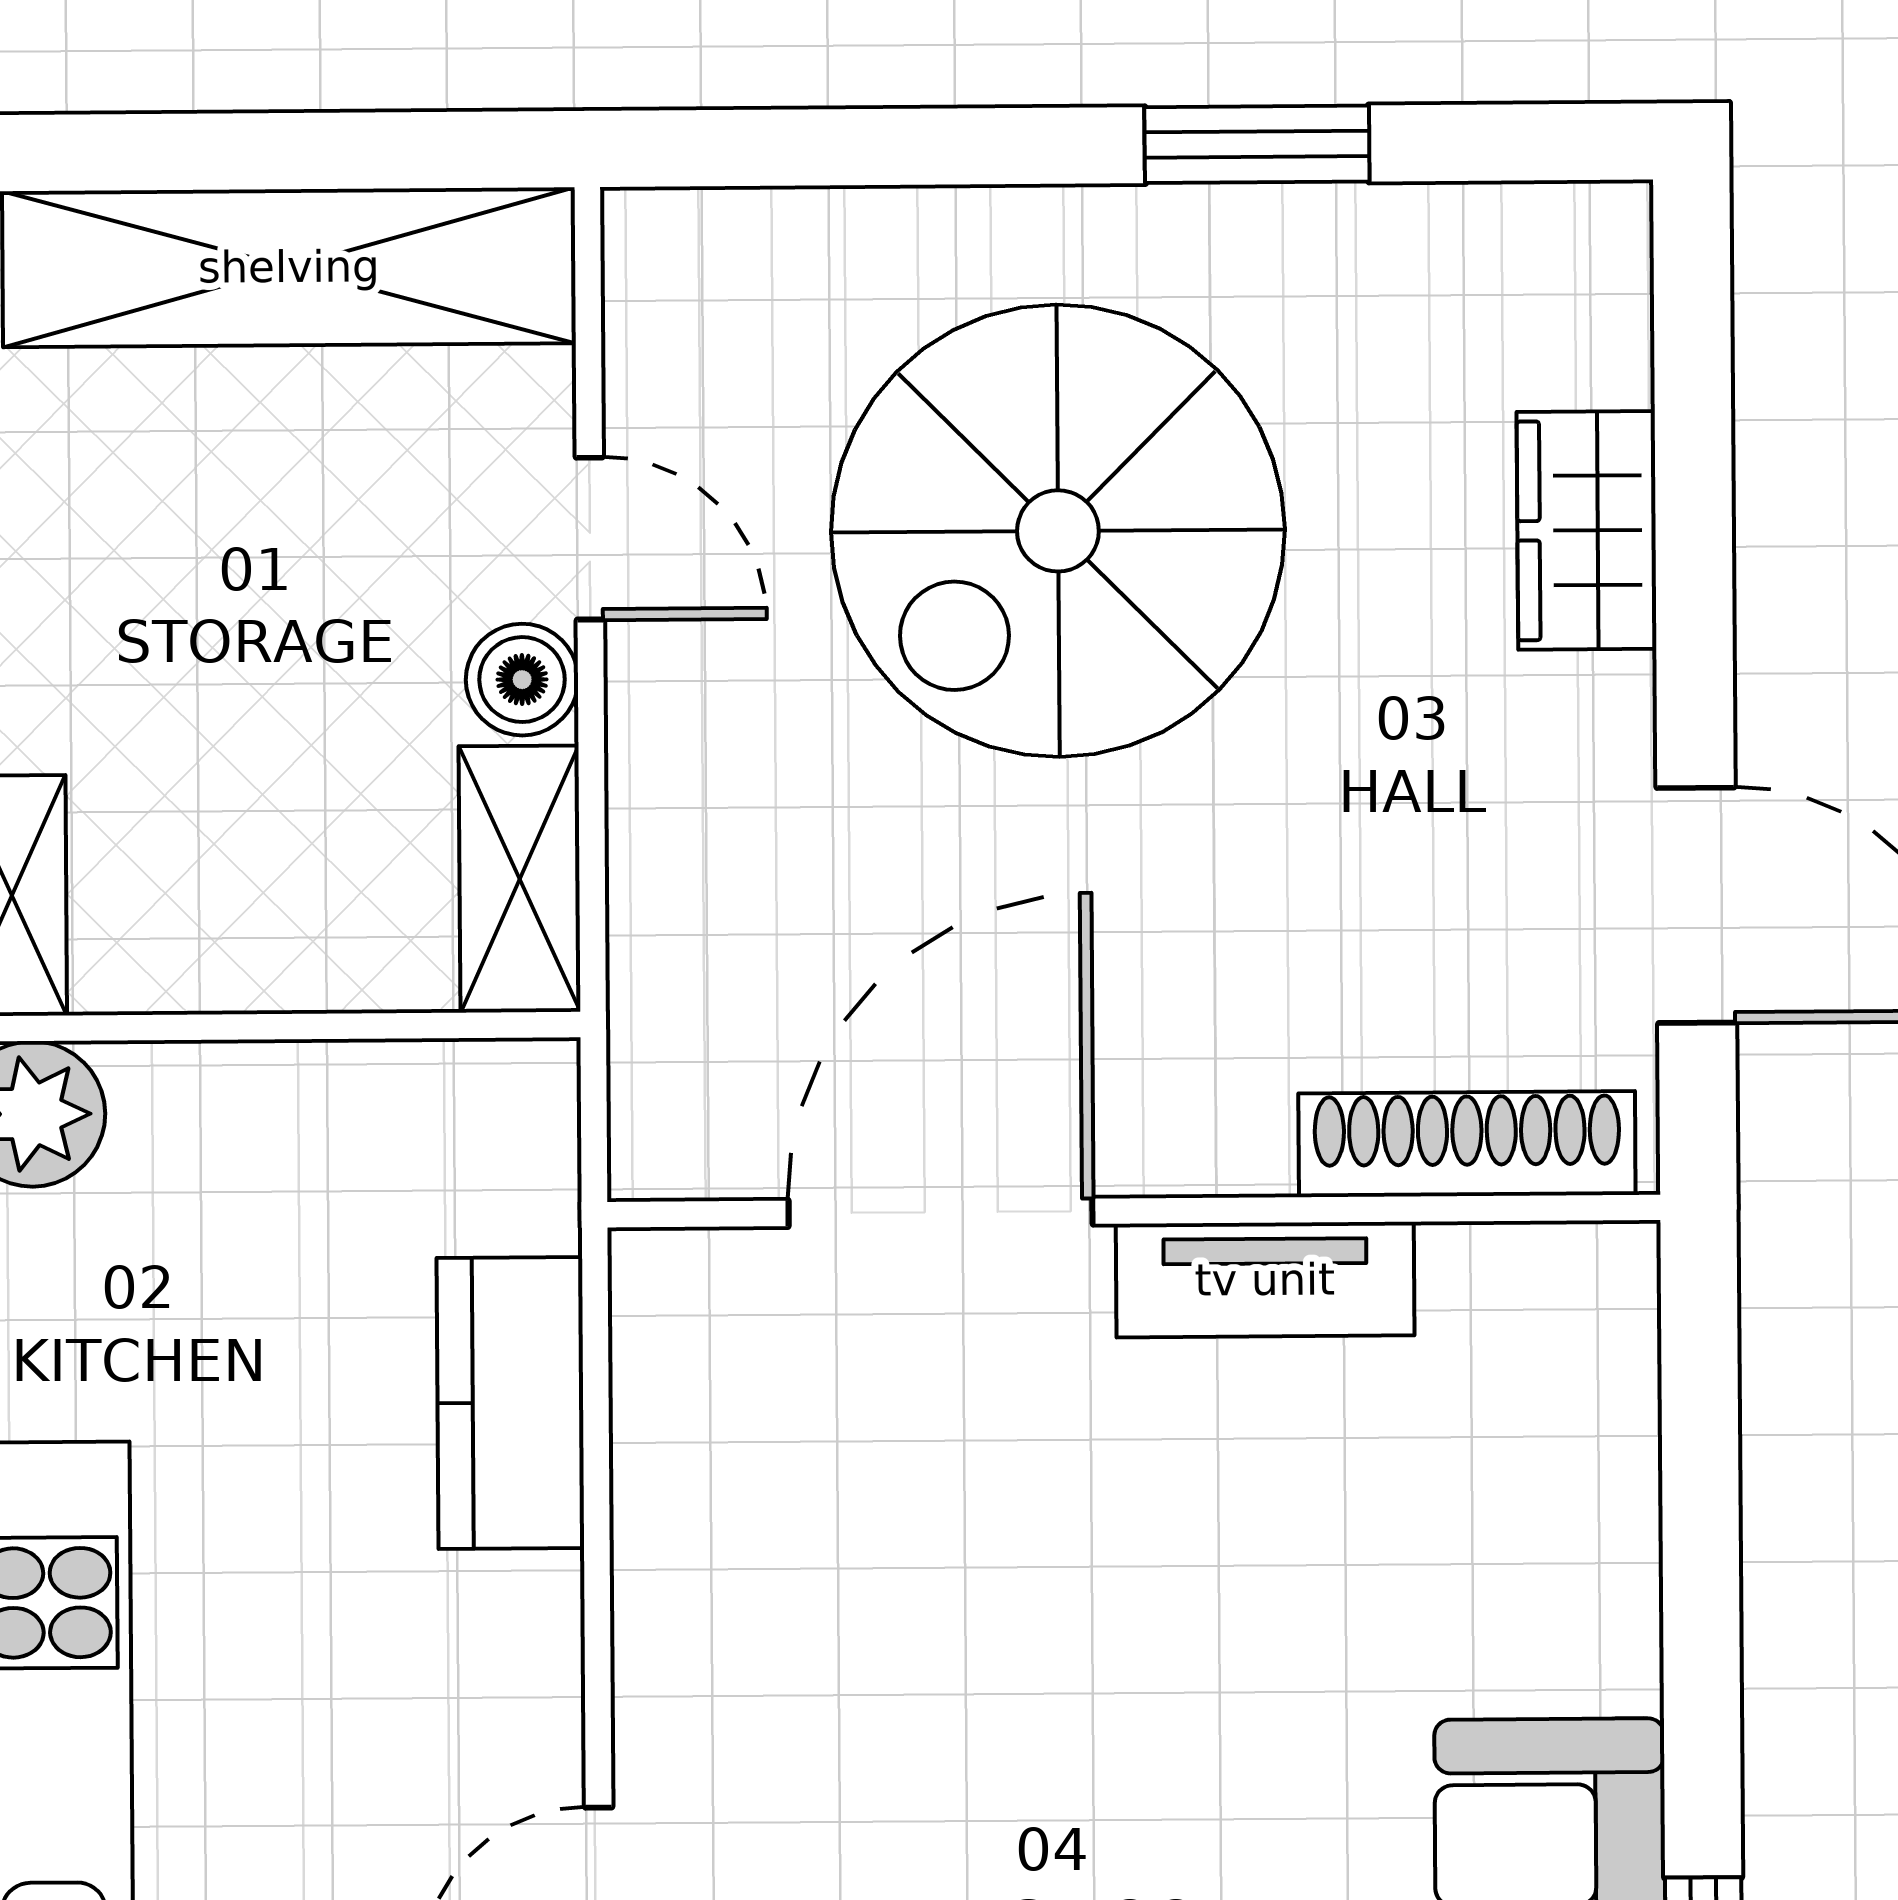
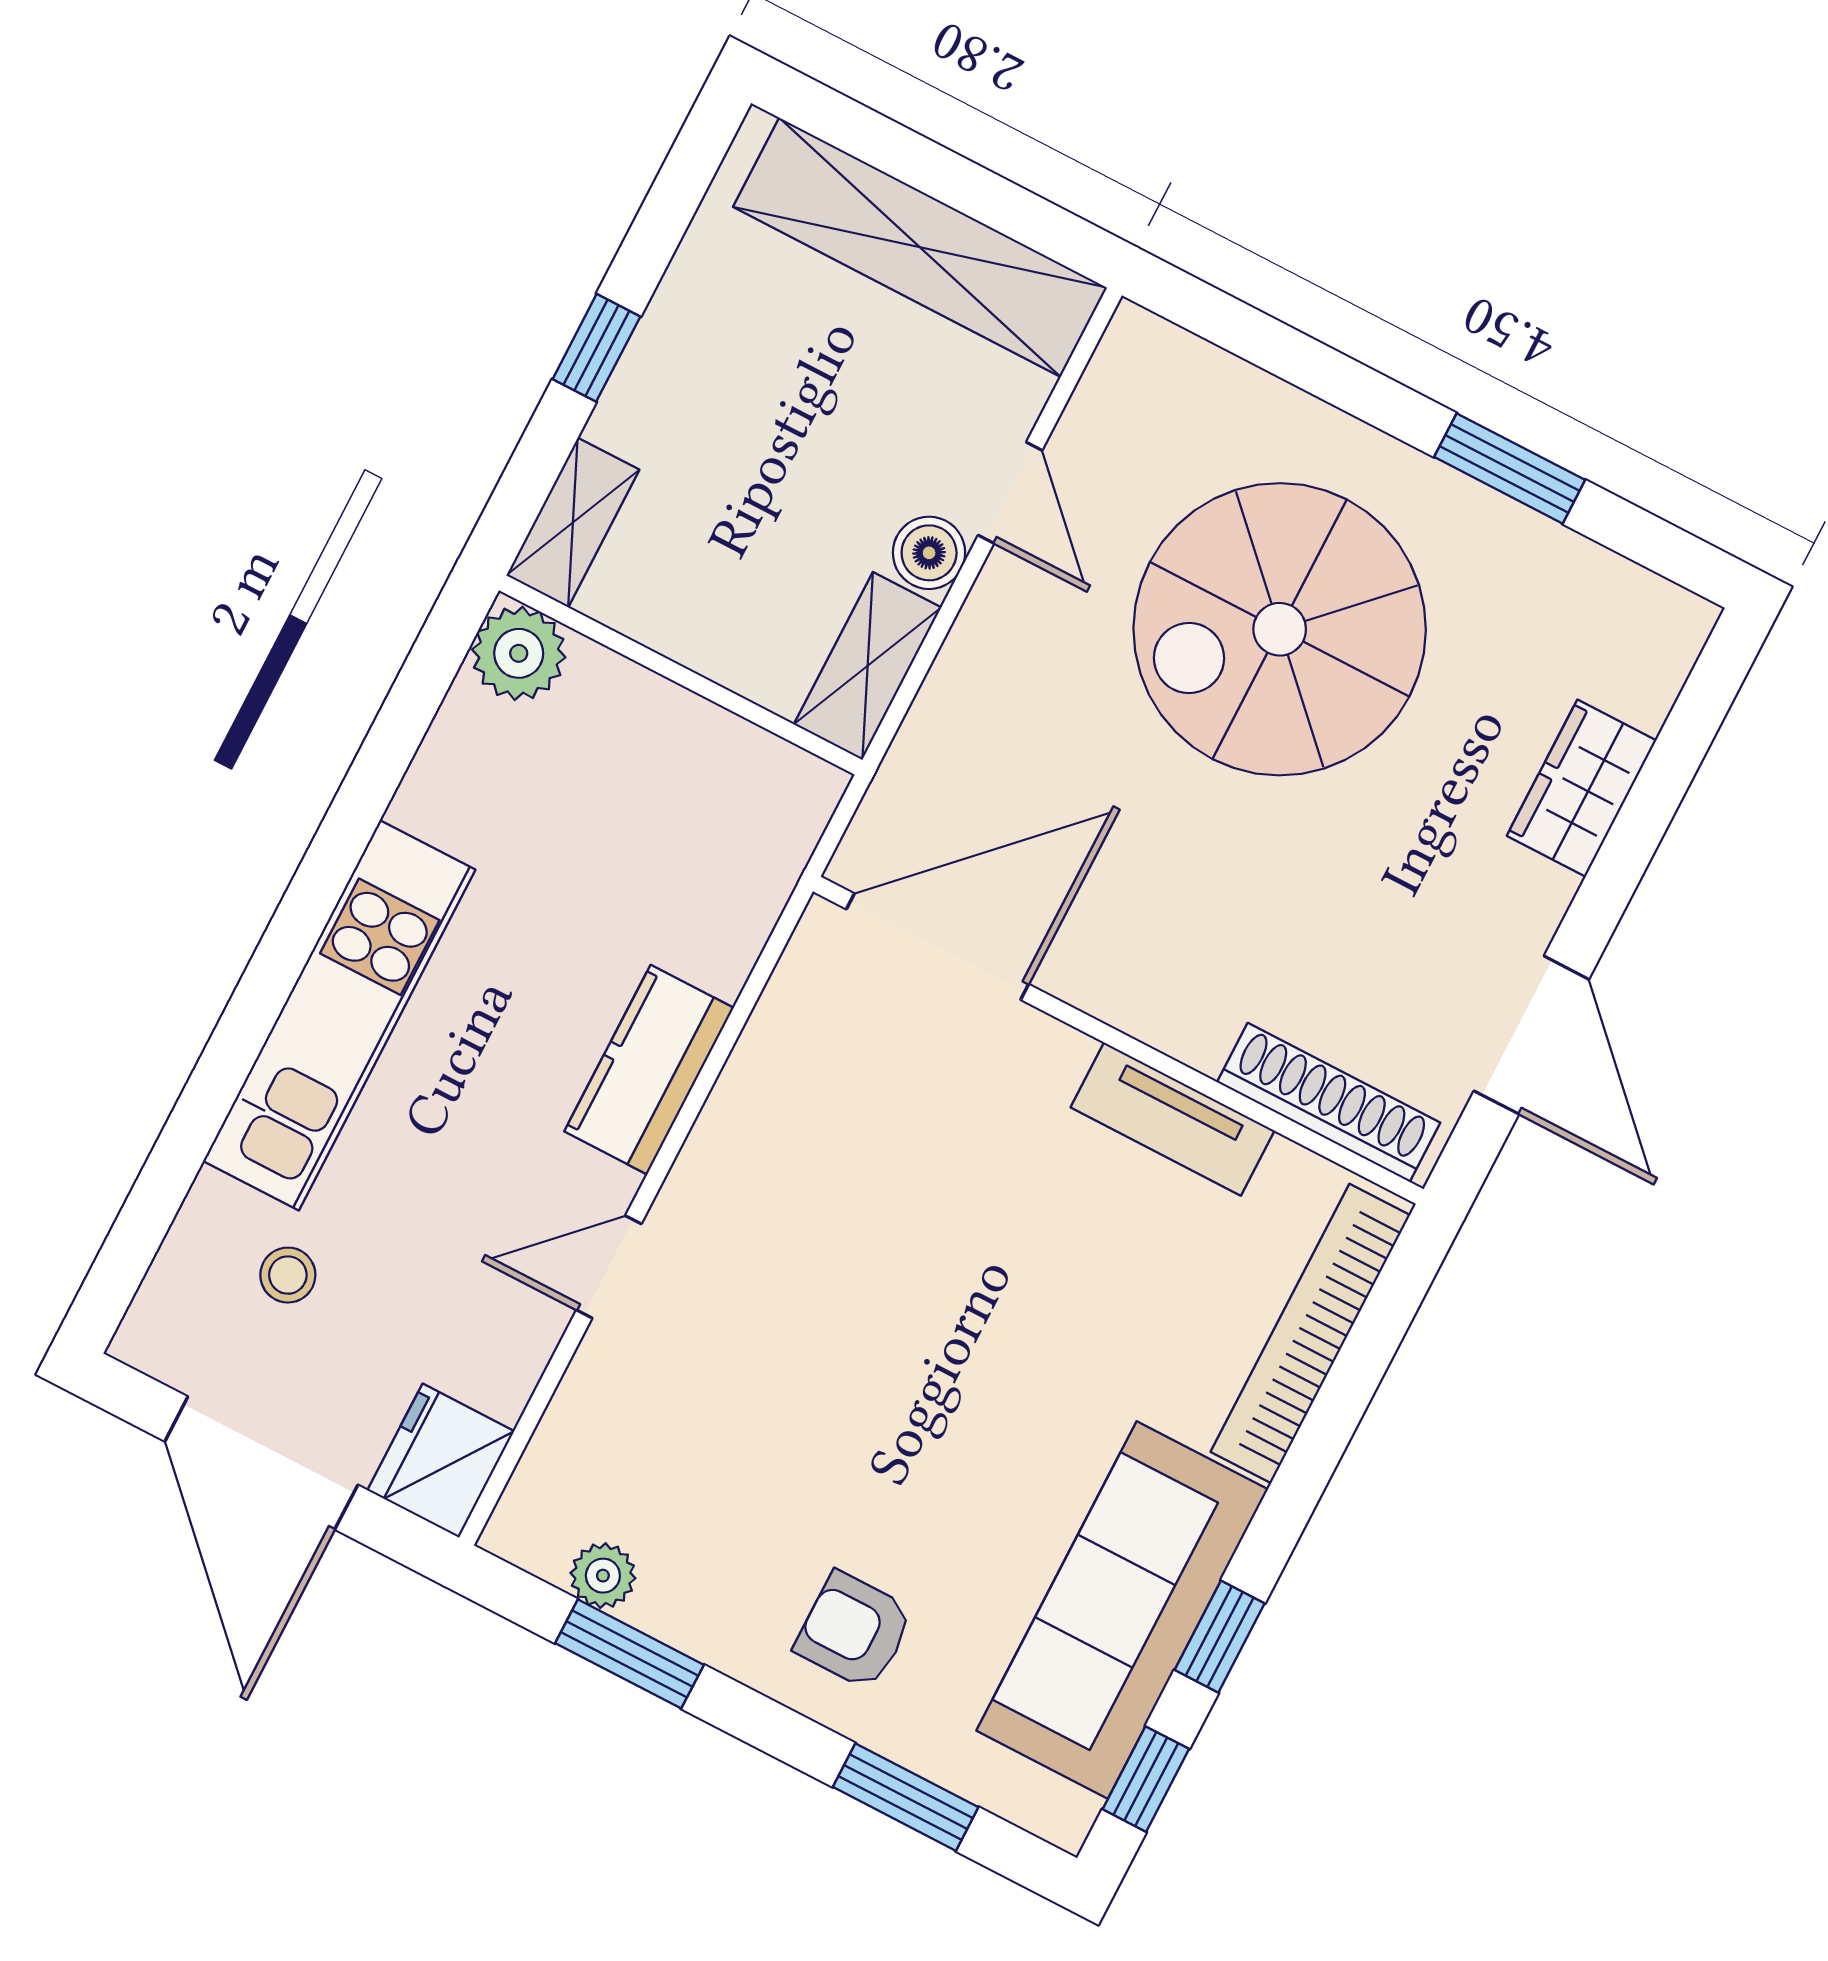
door: (941, 1212) -> (938, 947), moved
kitchen counter: (510, 1403) -> (649, 1070), moved
bookcase: (1609, 1474) -> (1310, 1334), added

